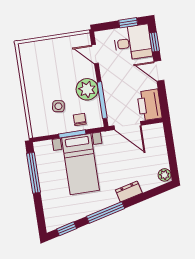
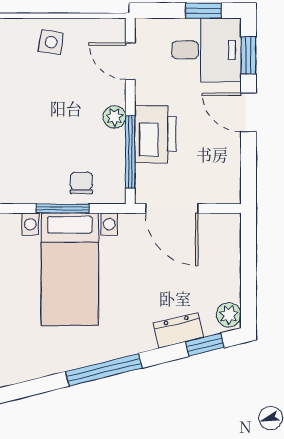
plant: (87, 89) -> (115, 117), width x0.53, depth x0.53
printer: (149, 105) -> (155, 134), moved, turned 180
side table: (58, 106) -> (51, 42), moved
dresser: (129, 191) -> (179, 330), moved
window: (67, 229) -> (205, 345), moved

